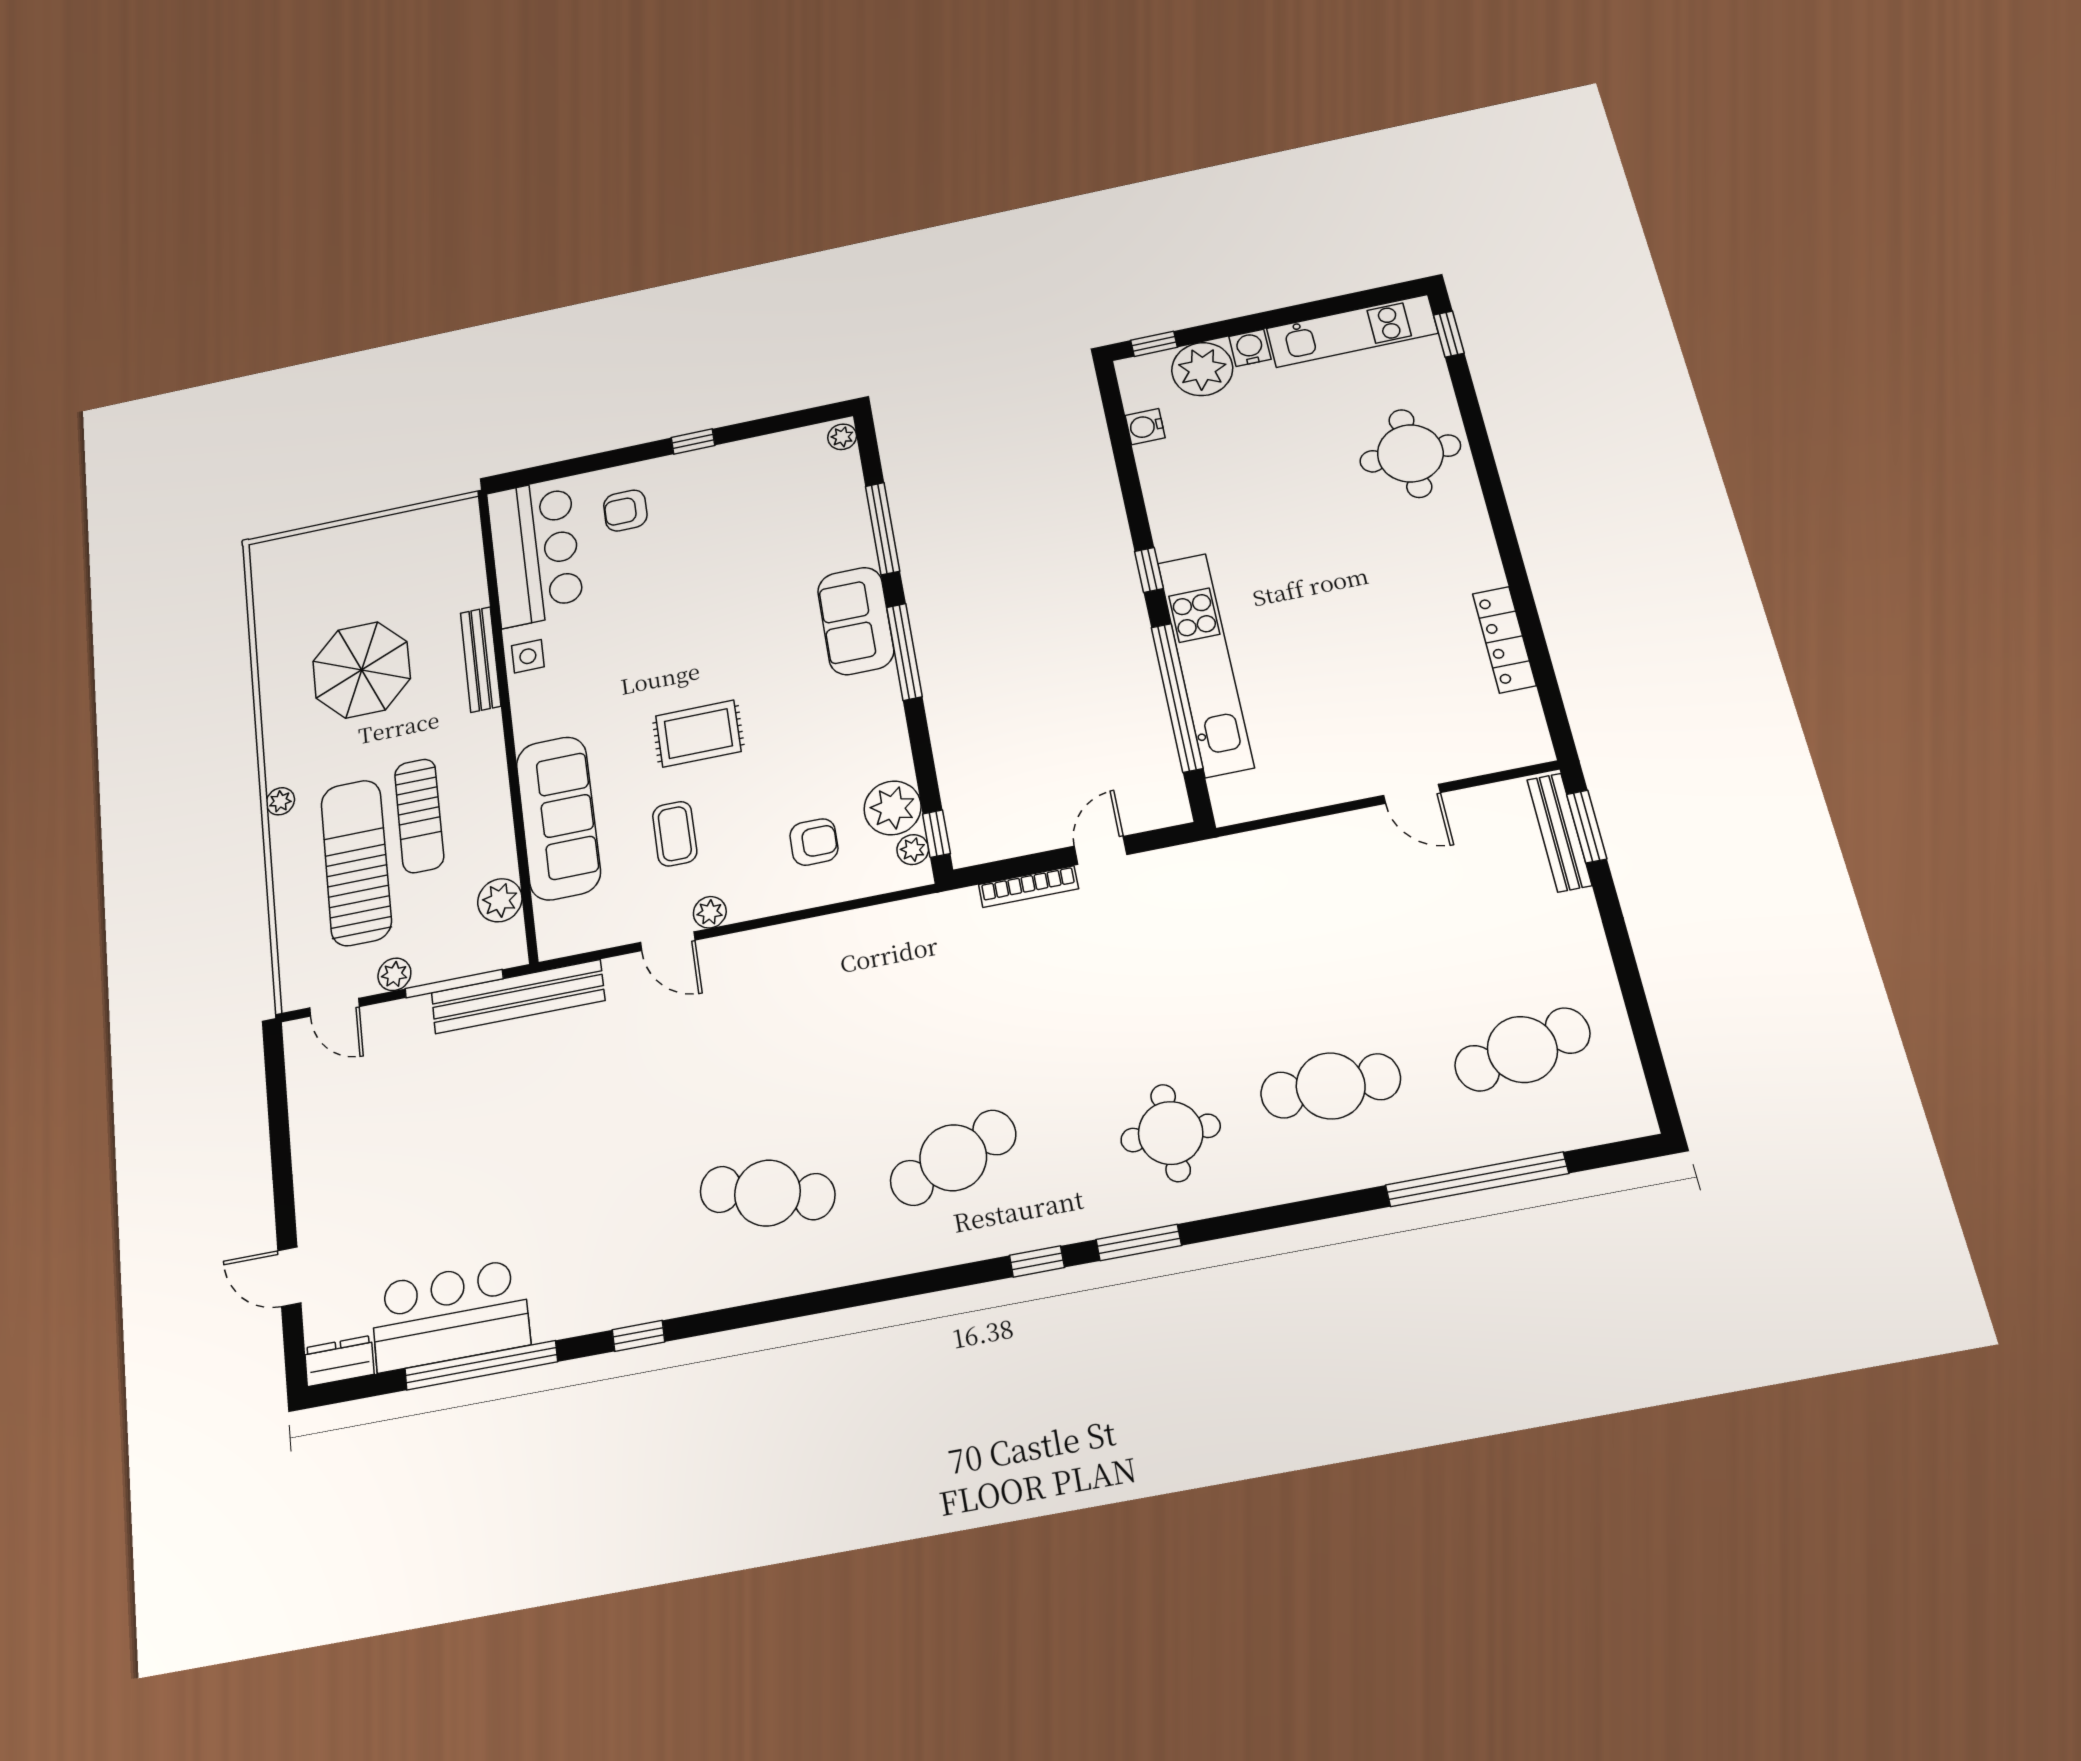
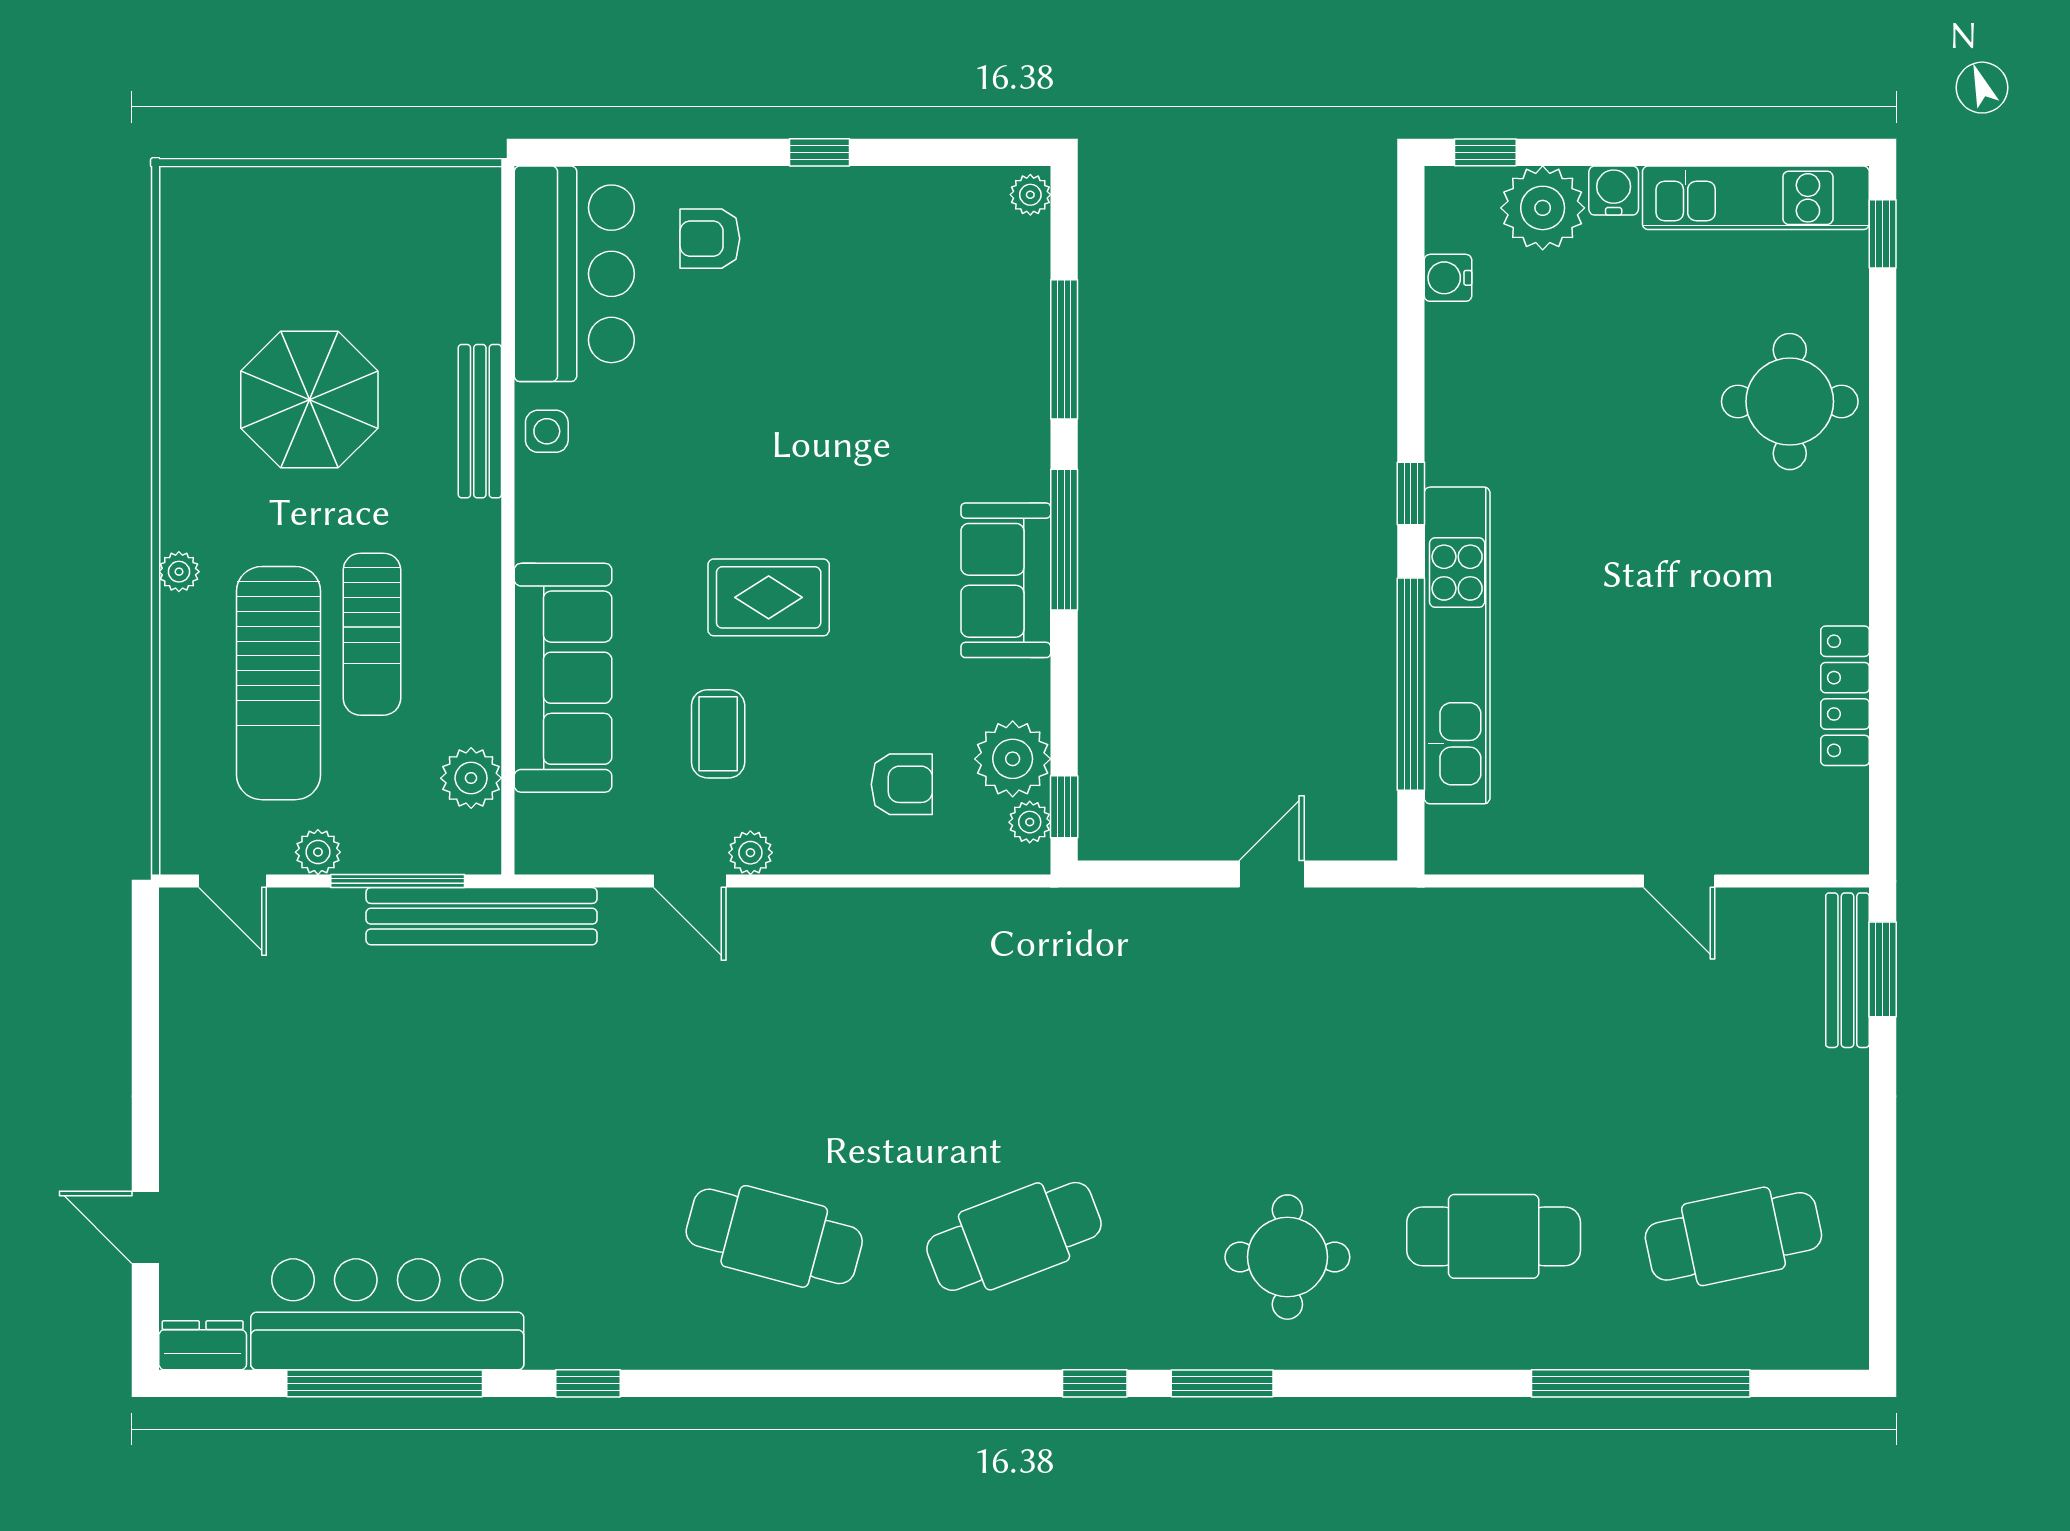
sofa: (856, 621) -> (1006, 580), moved
sun lounger: (356, 862) -> (279, 683), turned 180
bookcase: (1028, 887) -> (1170, 904), removed
bar counter: (450, 1315) -> (387, 1314), width x1.36

